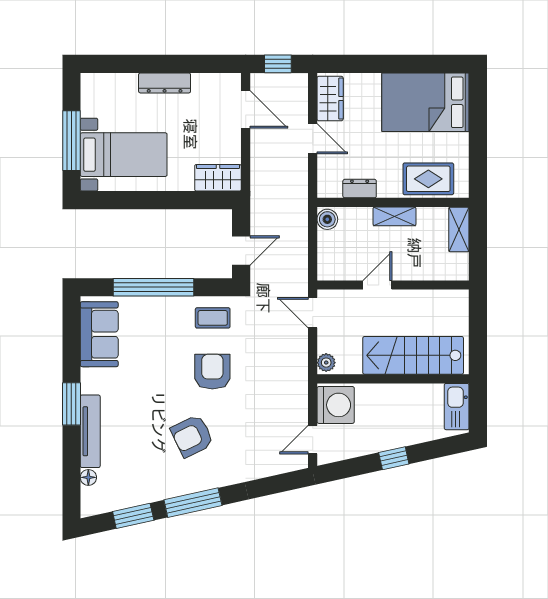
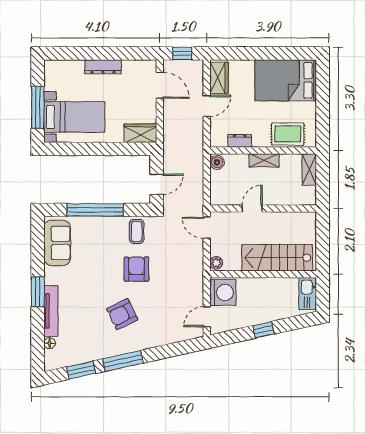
door: (313, 139) -> (207, 106), hinge flipped
coffee table: (213, 318) -> (137, 231), turned 90

